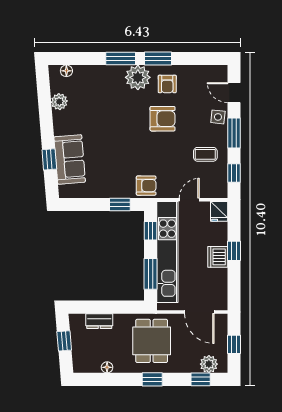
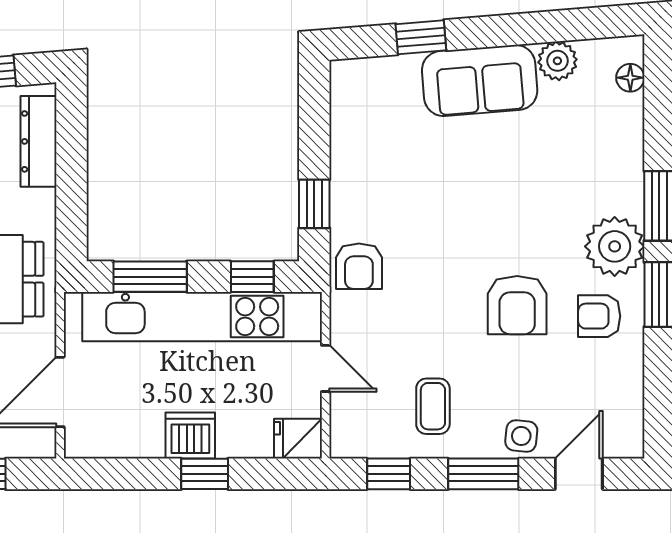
sofa: (70, 159) -> (480, 80), moved
dresser: (99, 321) -> (38, 141), width x1.44

